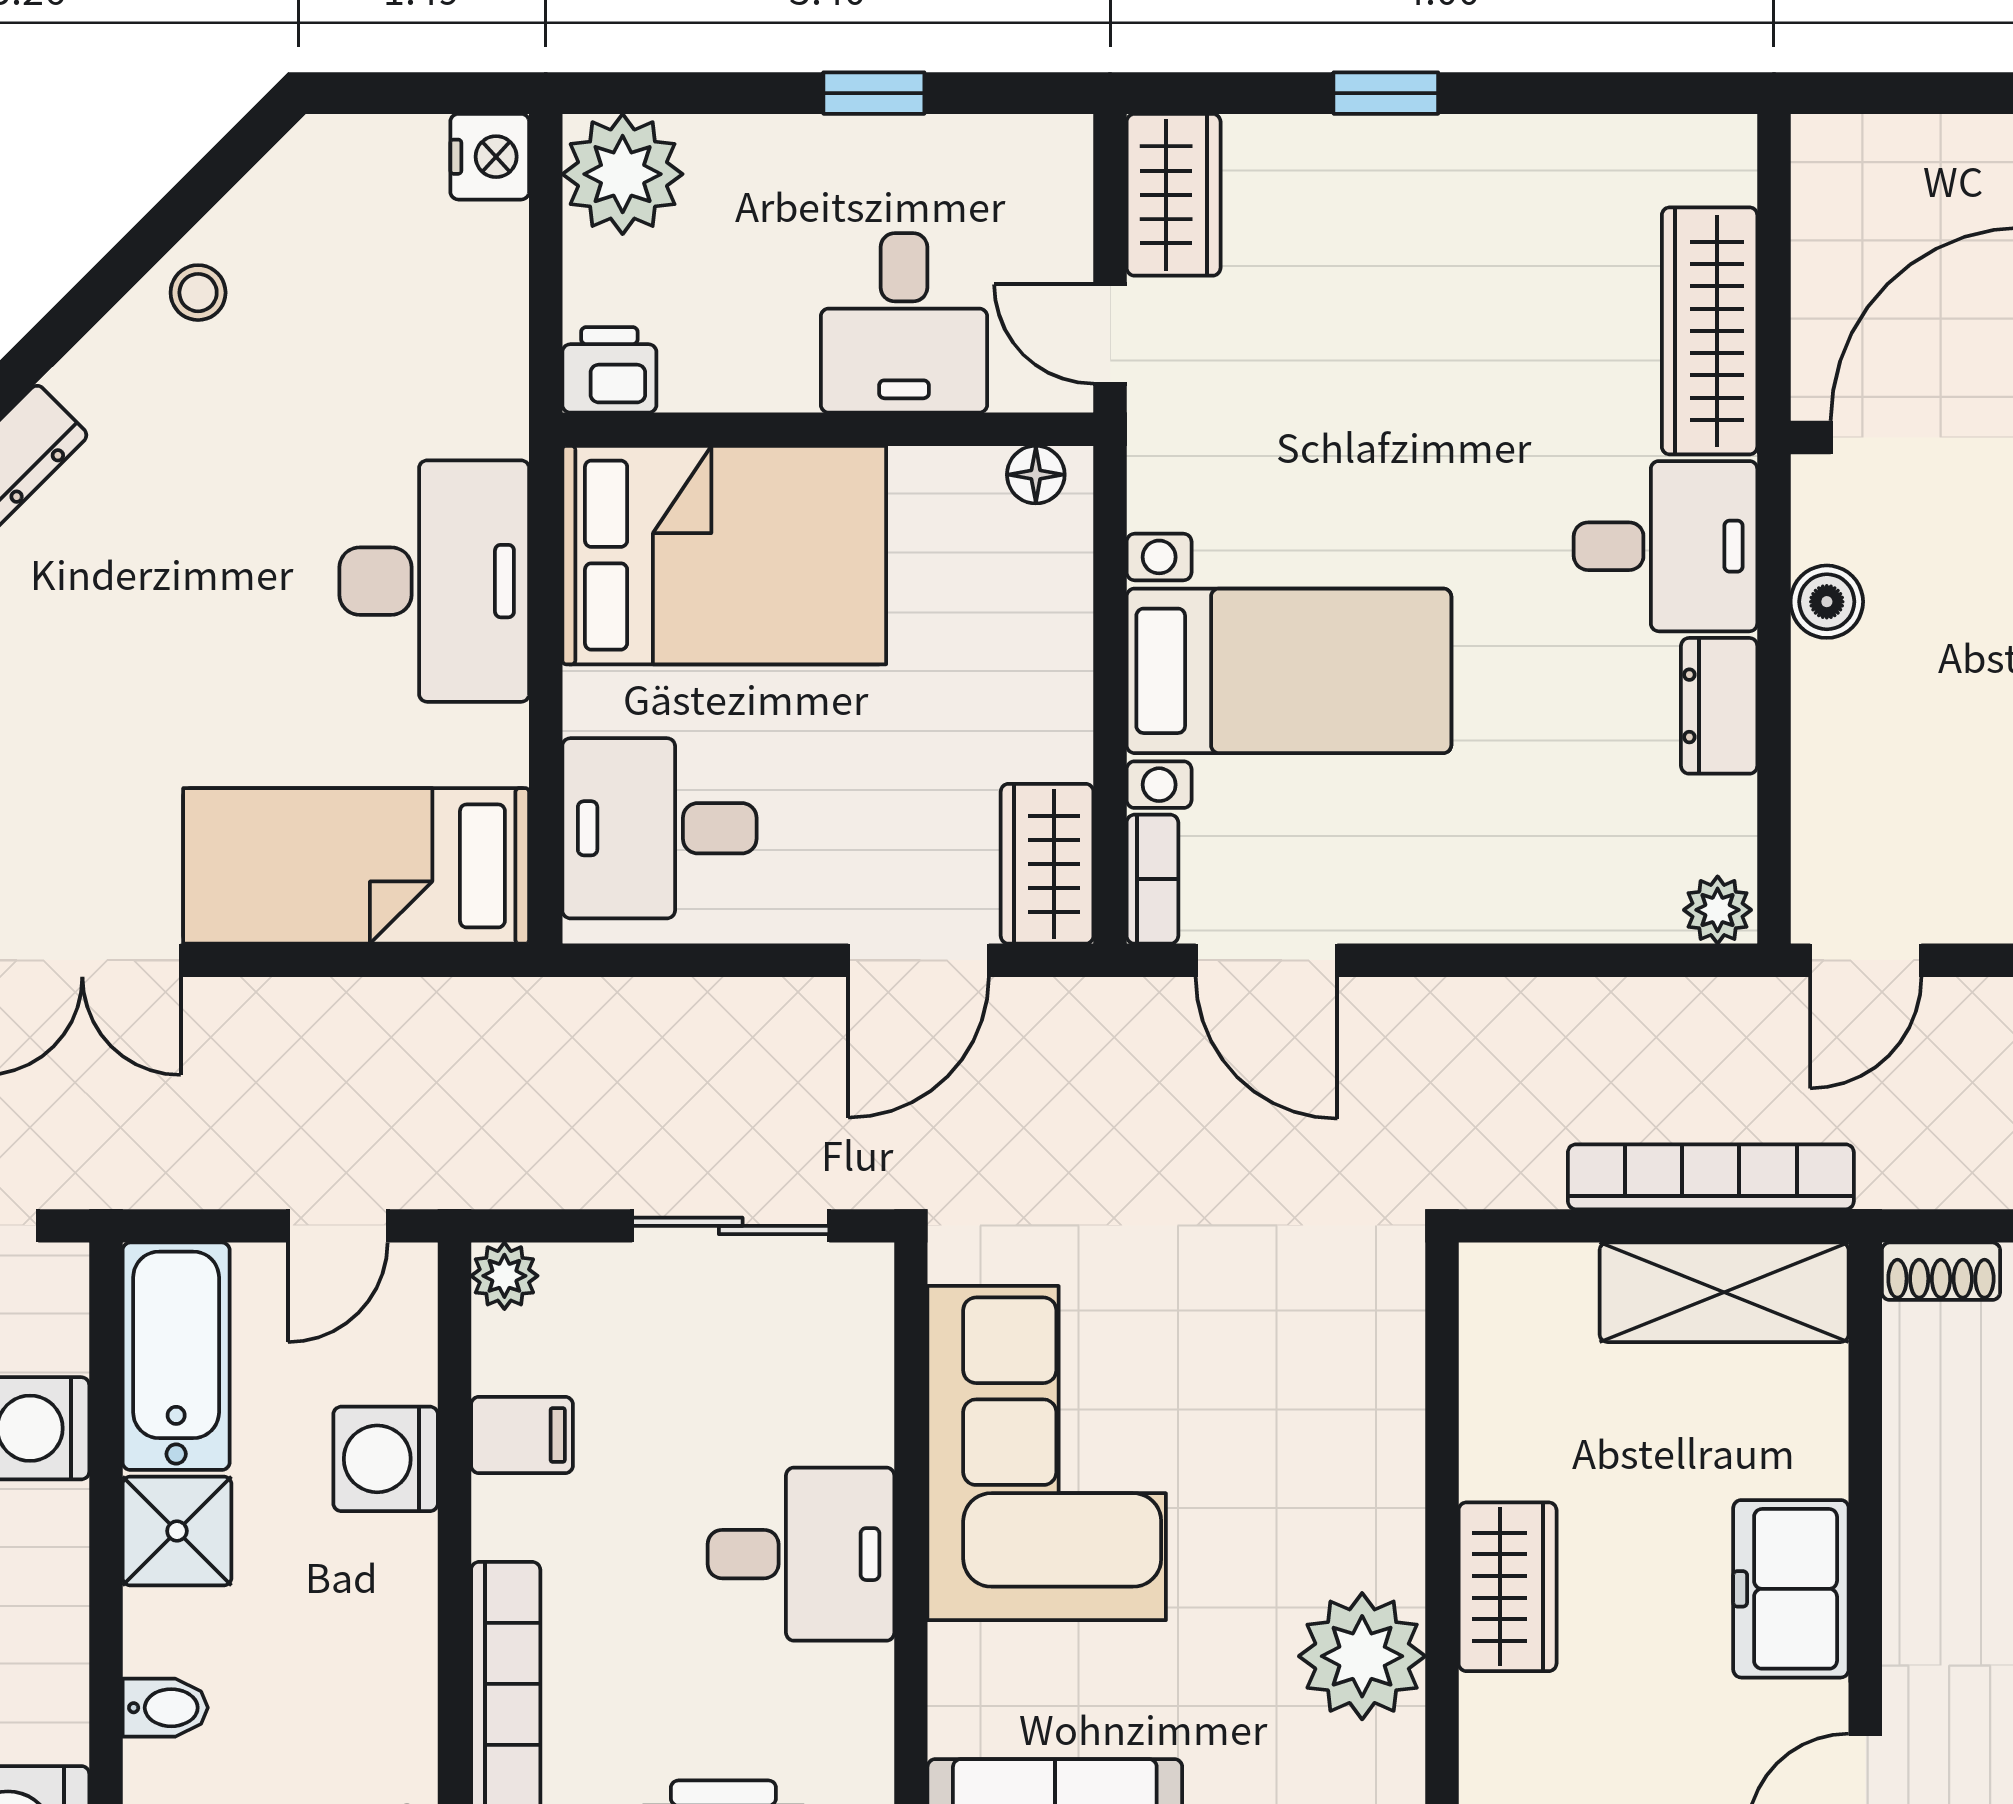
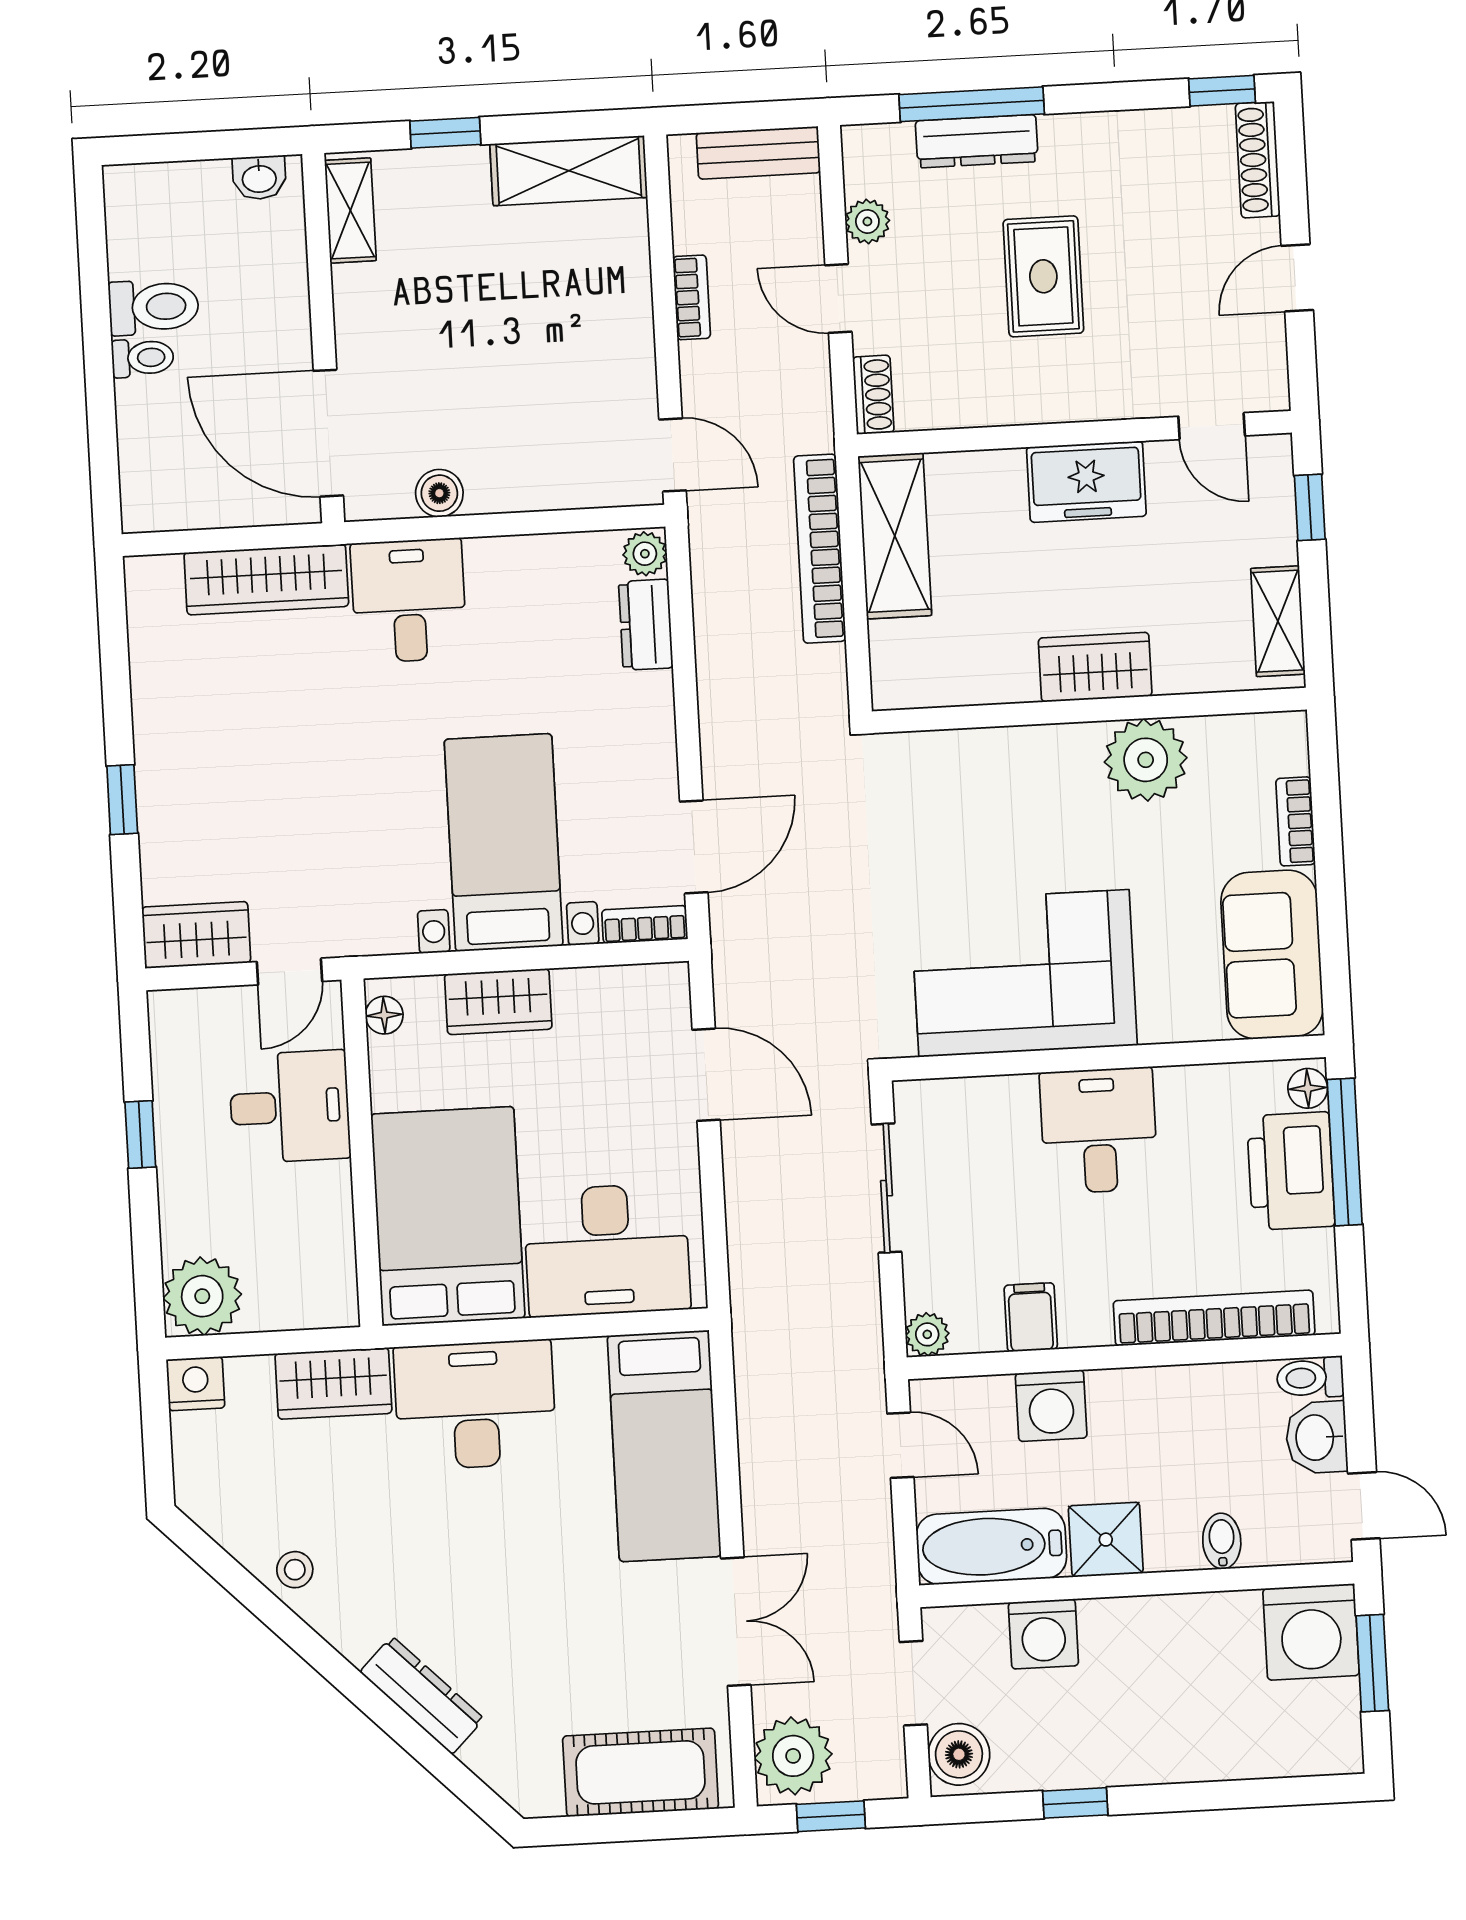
wardrobe: (479, 367) -> (333, 1383), added
printer: (609, 370) -> (331, 1298), removed
dresser: (1719, 706) -> (646, 625), moved, turned 90
desk: (660, 828) -> (607, 1250), width x1.37
wardrobe: (1047, 864) -> (498, 1002), moved

